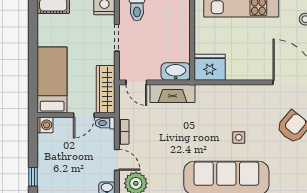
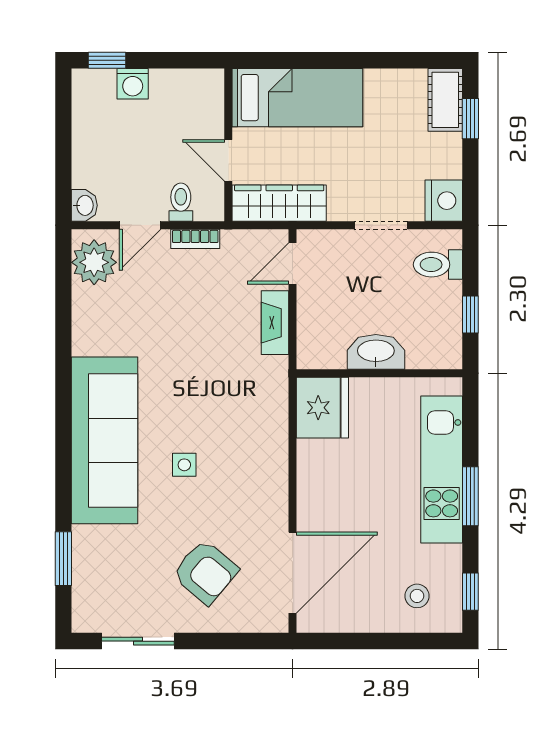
washbasin: (176, 72) -> (376, 352), moved, turned -90
fireplace: (173, 94) -> (275, 323), width x0.73, depth x0.76
toilet: (105, 123) -> (181, 202), moved
washing machine: (45, 125) -> (133, 84), moved

